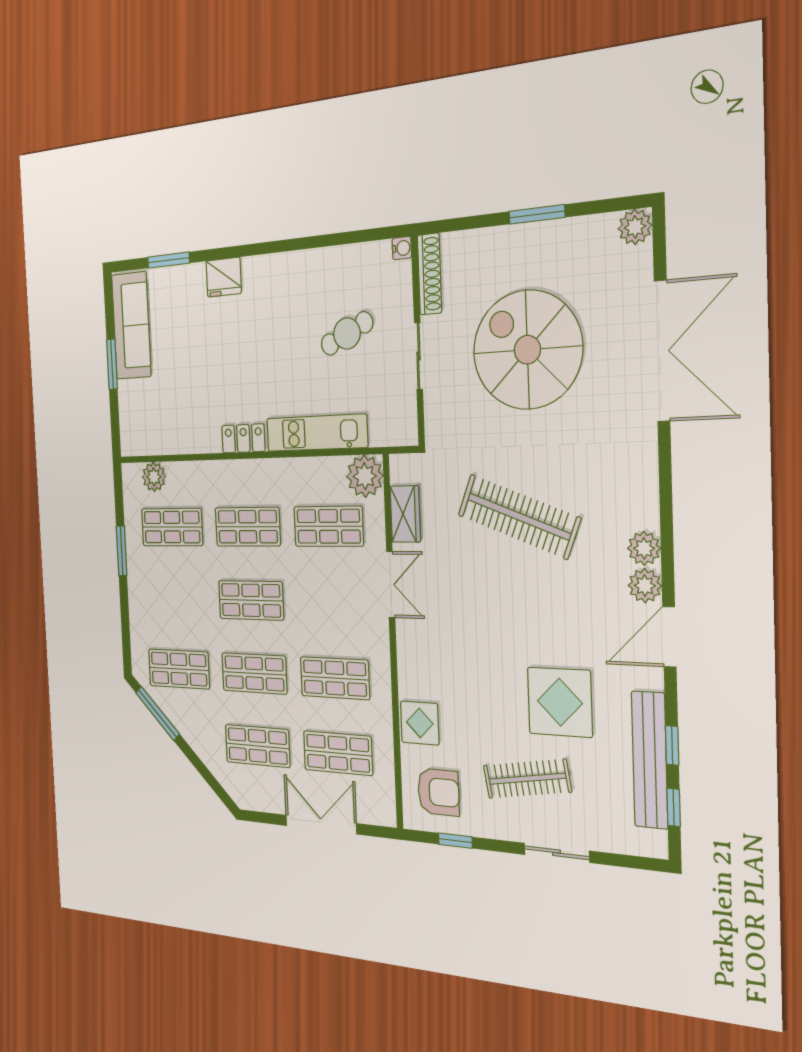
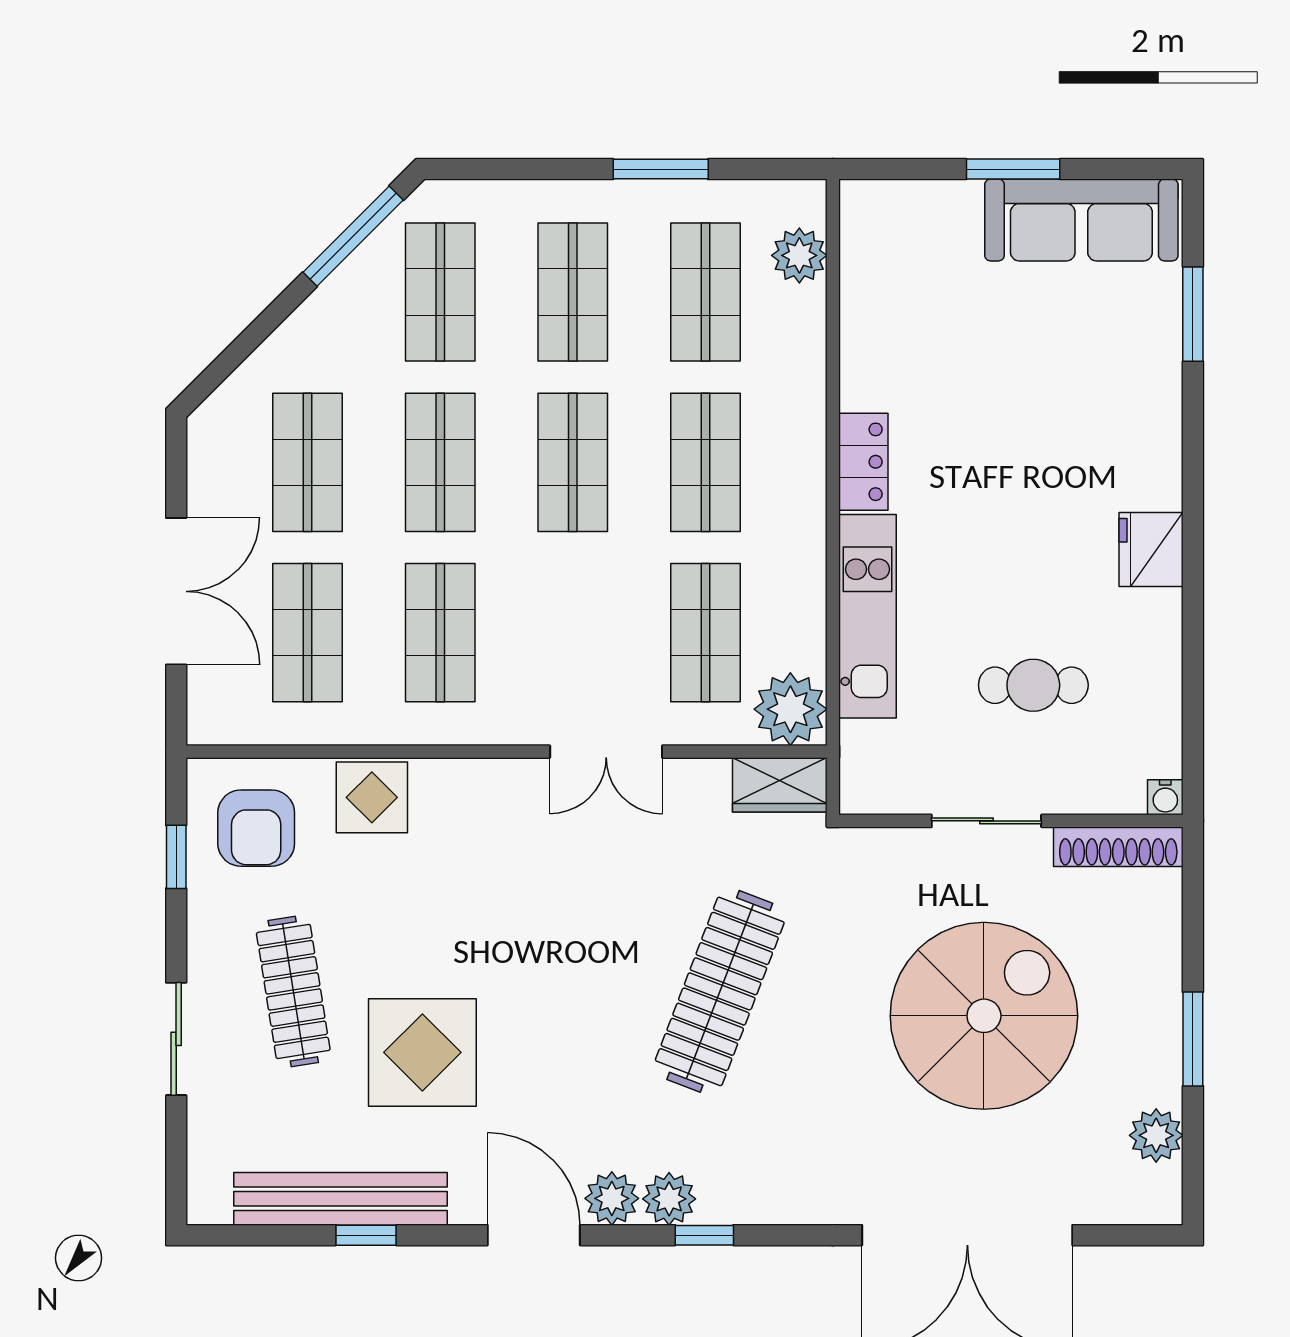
plant: (635, 227) -> (1156, 1135), moved
fridge: (224, 277) -> (1151, 550), moved
cafe table: (347, 333) -> (1033, 685), turned -65
wardrobe: (405, 514) -> (780, 785), moved
shop shelf: (175, 598) -> (573, 292), added
window: (674, 807) -> (704, 1235), moved

